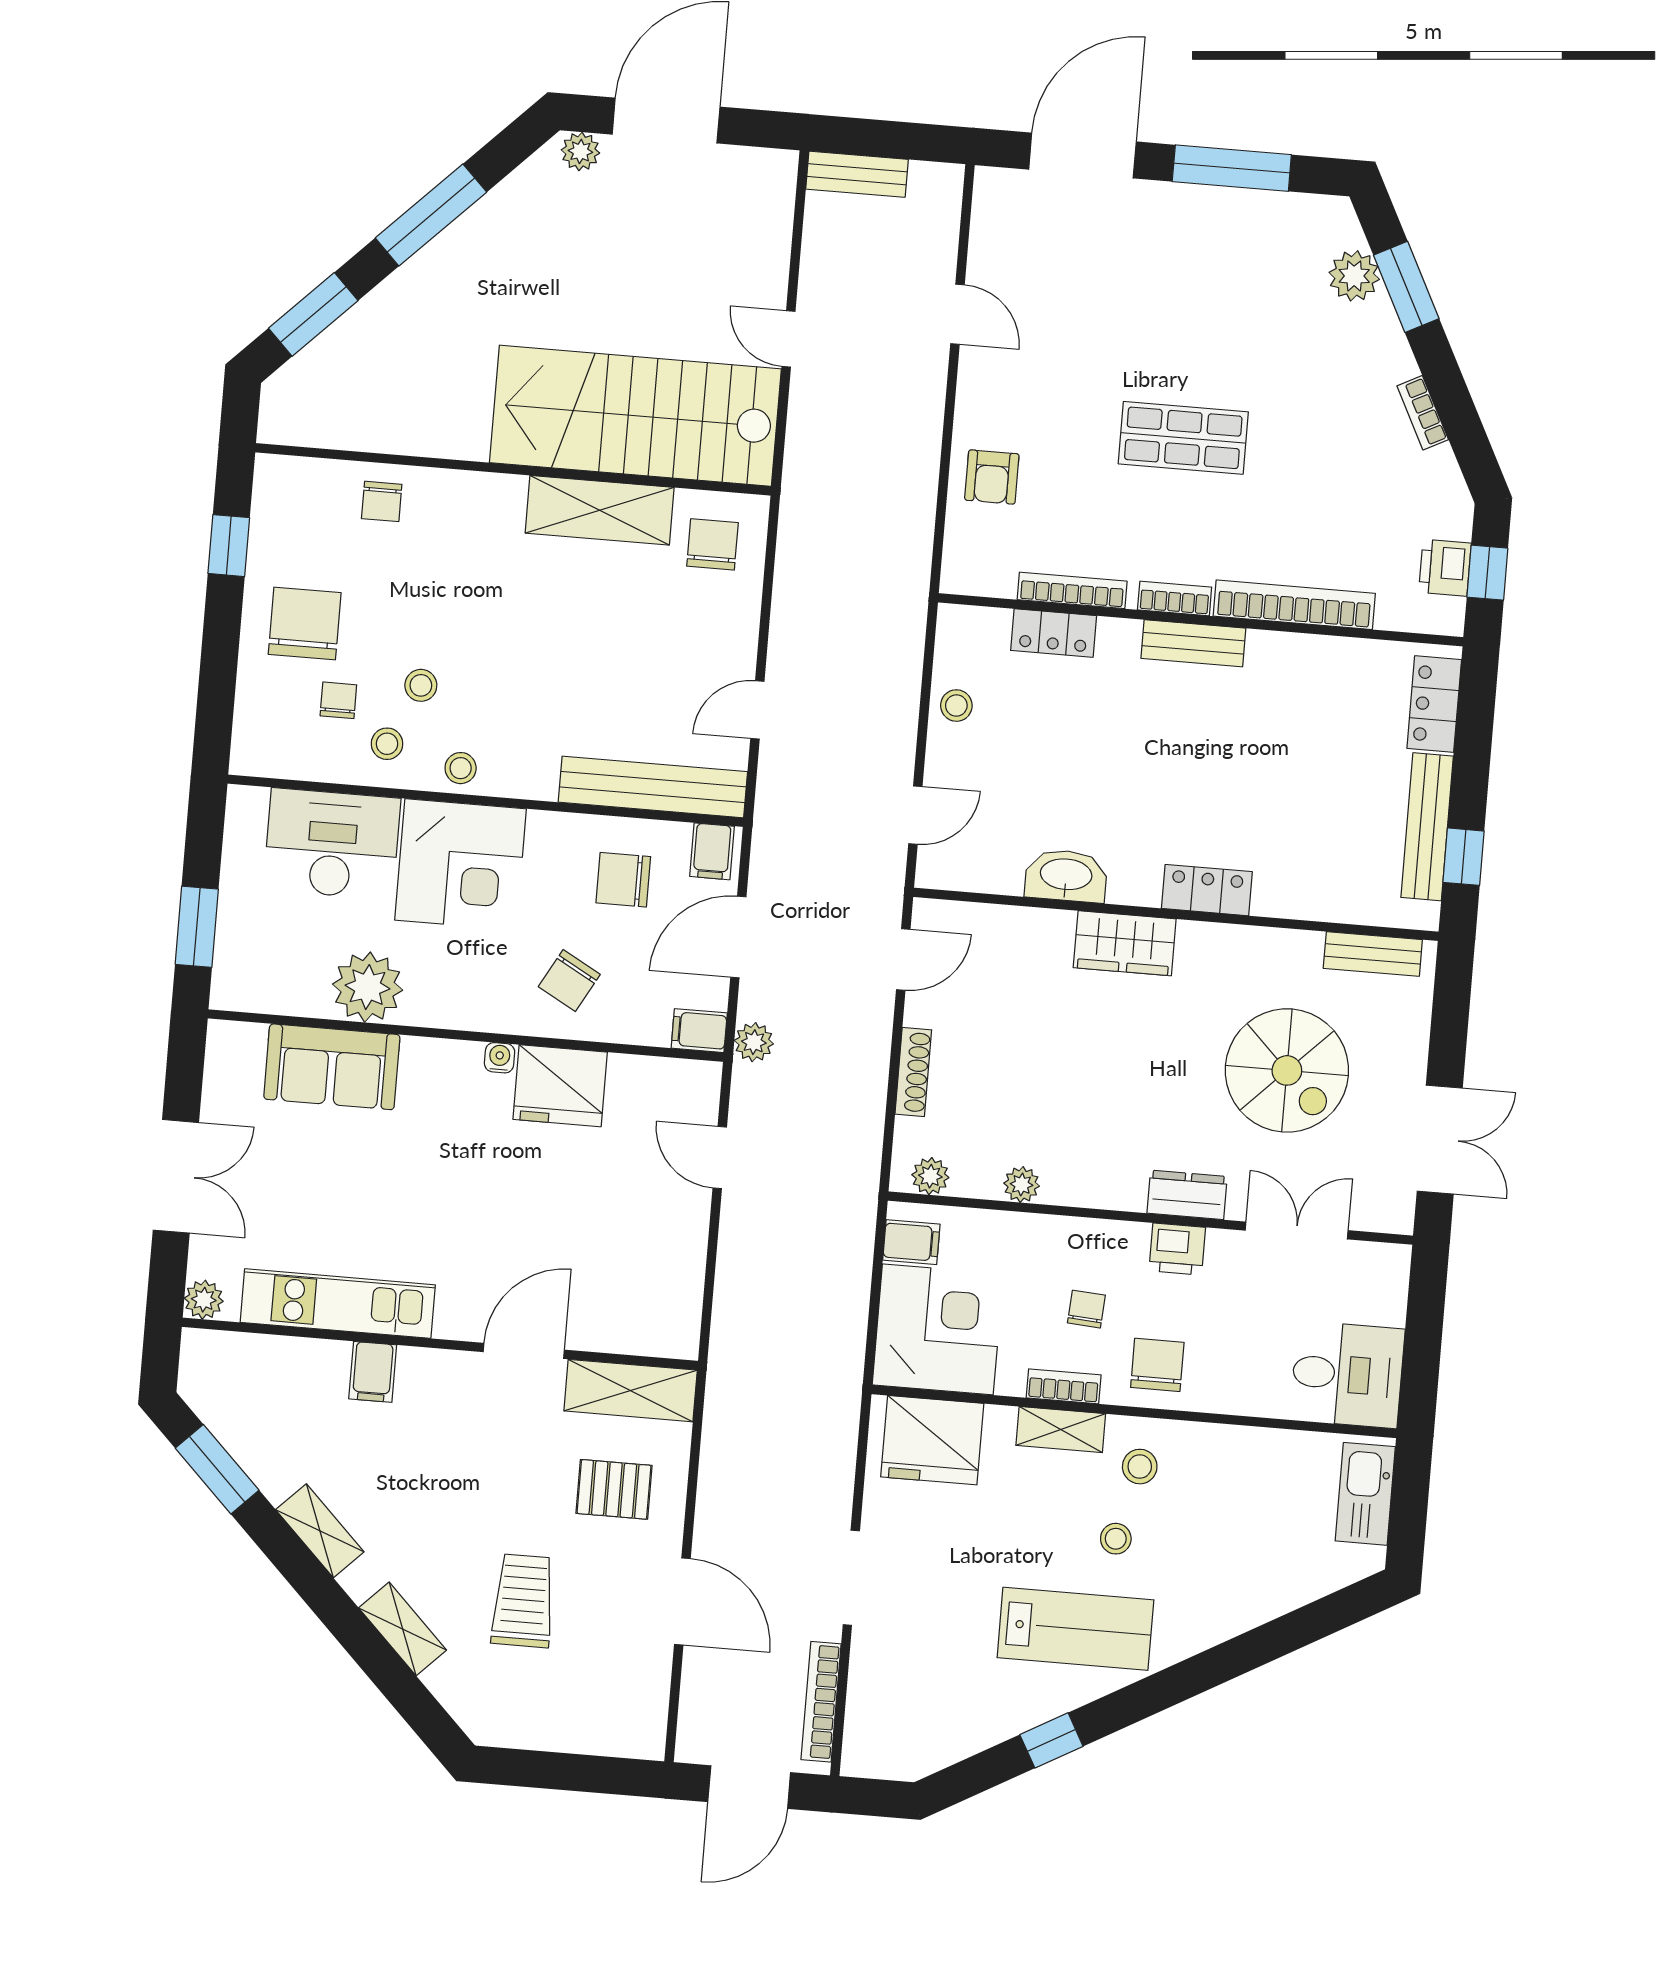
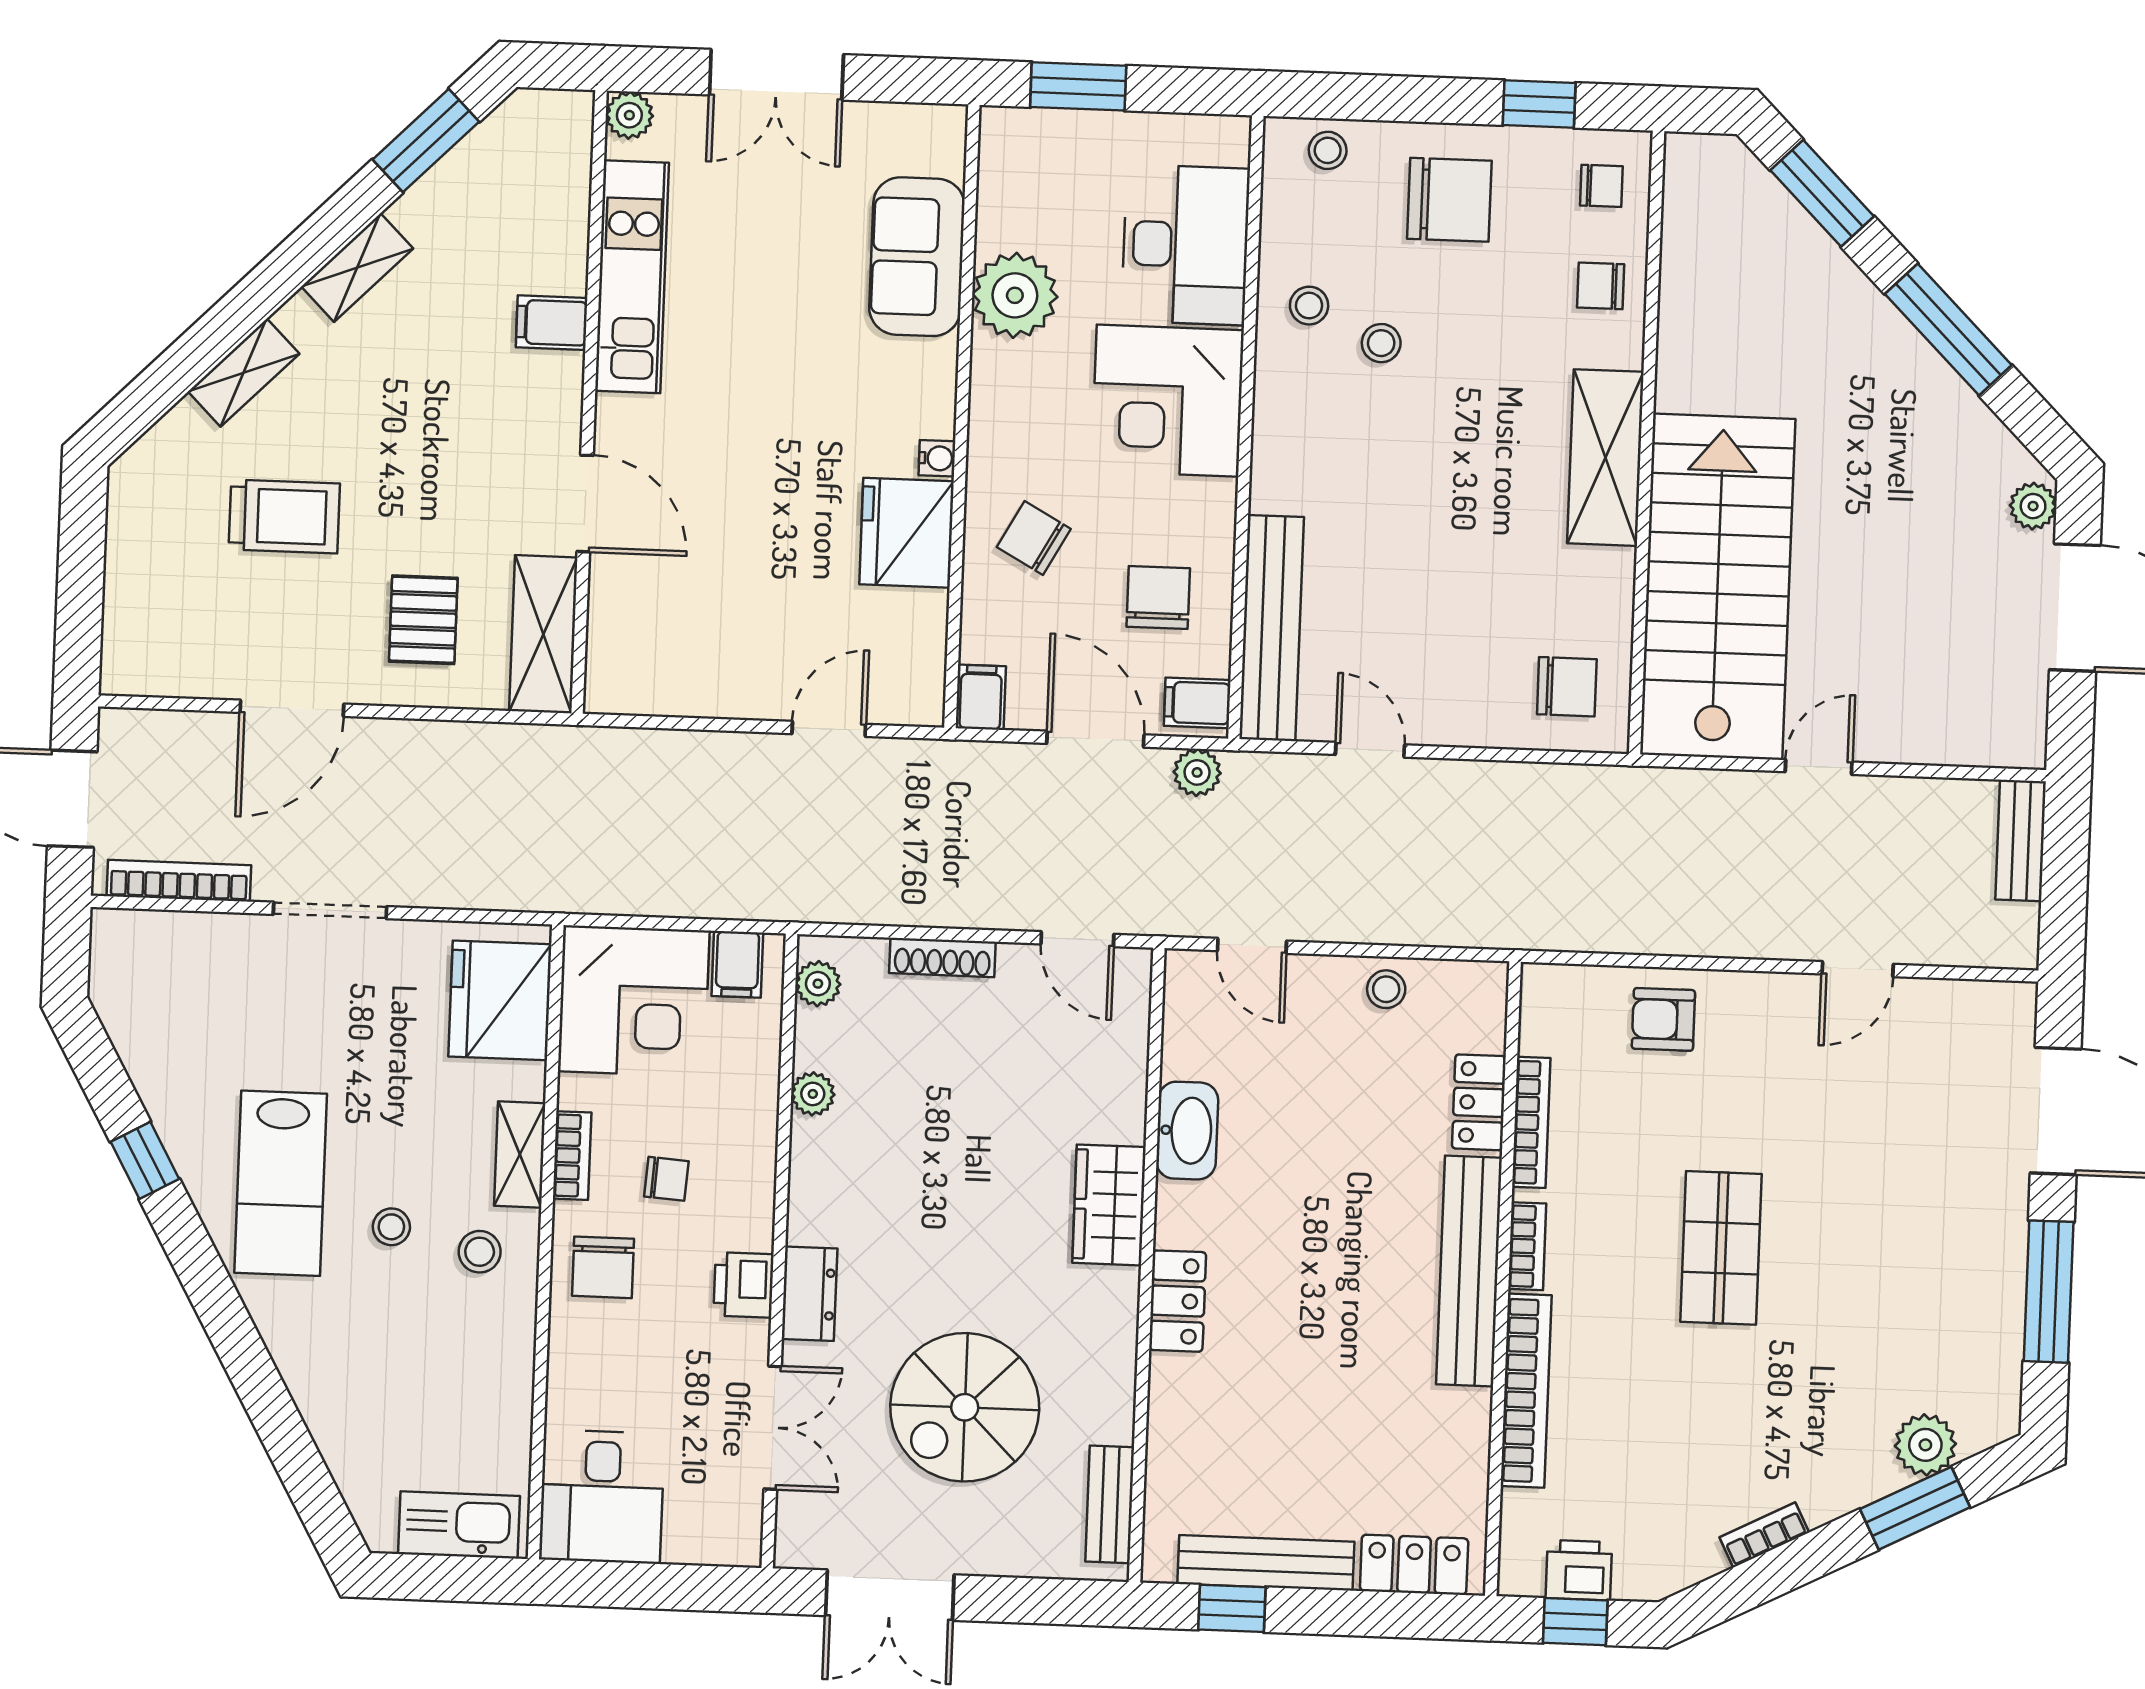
shelving: (600, 510) -> (1605, 458), moved
bench: (1193, 643) -> (1469, 1271), width x1.86, depth x1.21
chair: (338, 700) -> (1601, 186), moved
stool: (461, 768) -> (1328, 150), moved
plant: (754, 1042) -> (1197, 772), moved
chair: (1157, 1365) -> (603, 1267), turned 90

